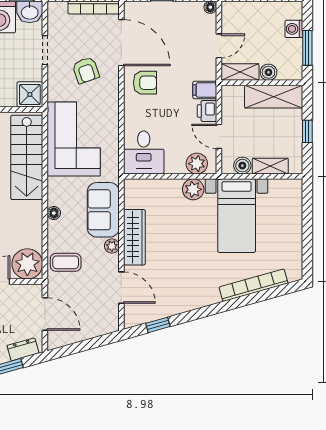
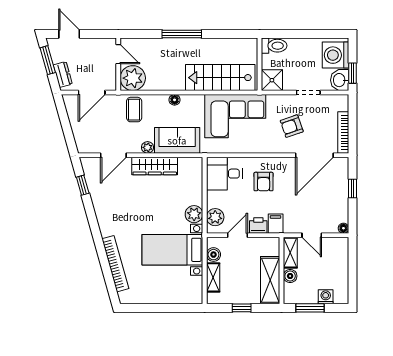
armchair: (145, 83) -> (264, 182), moved

